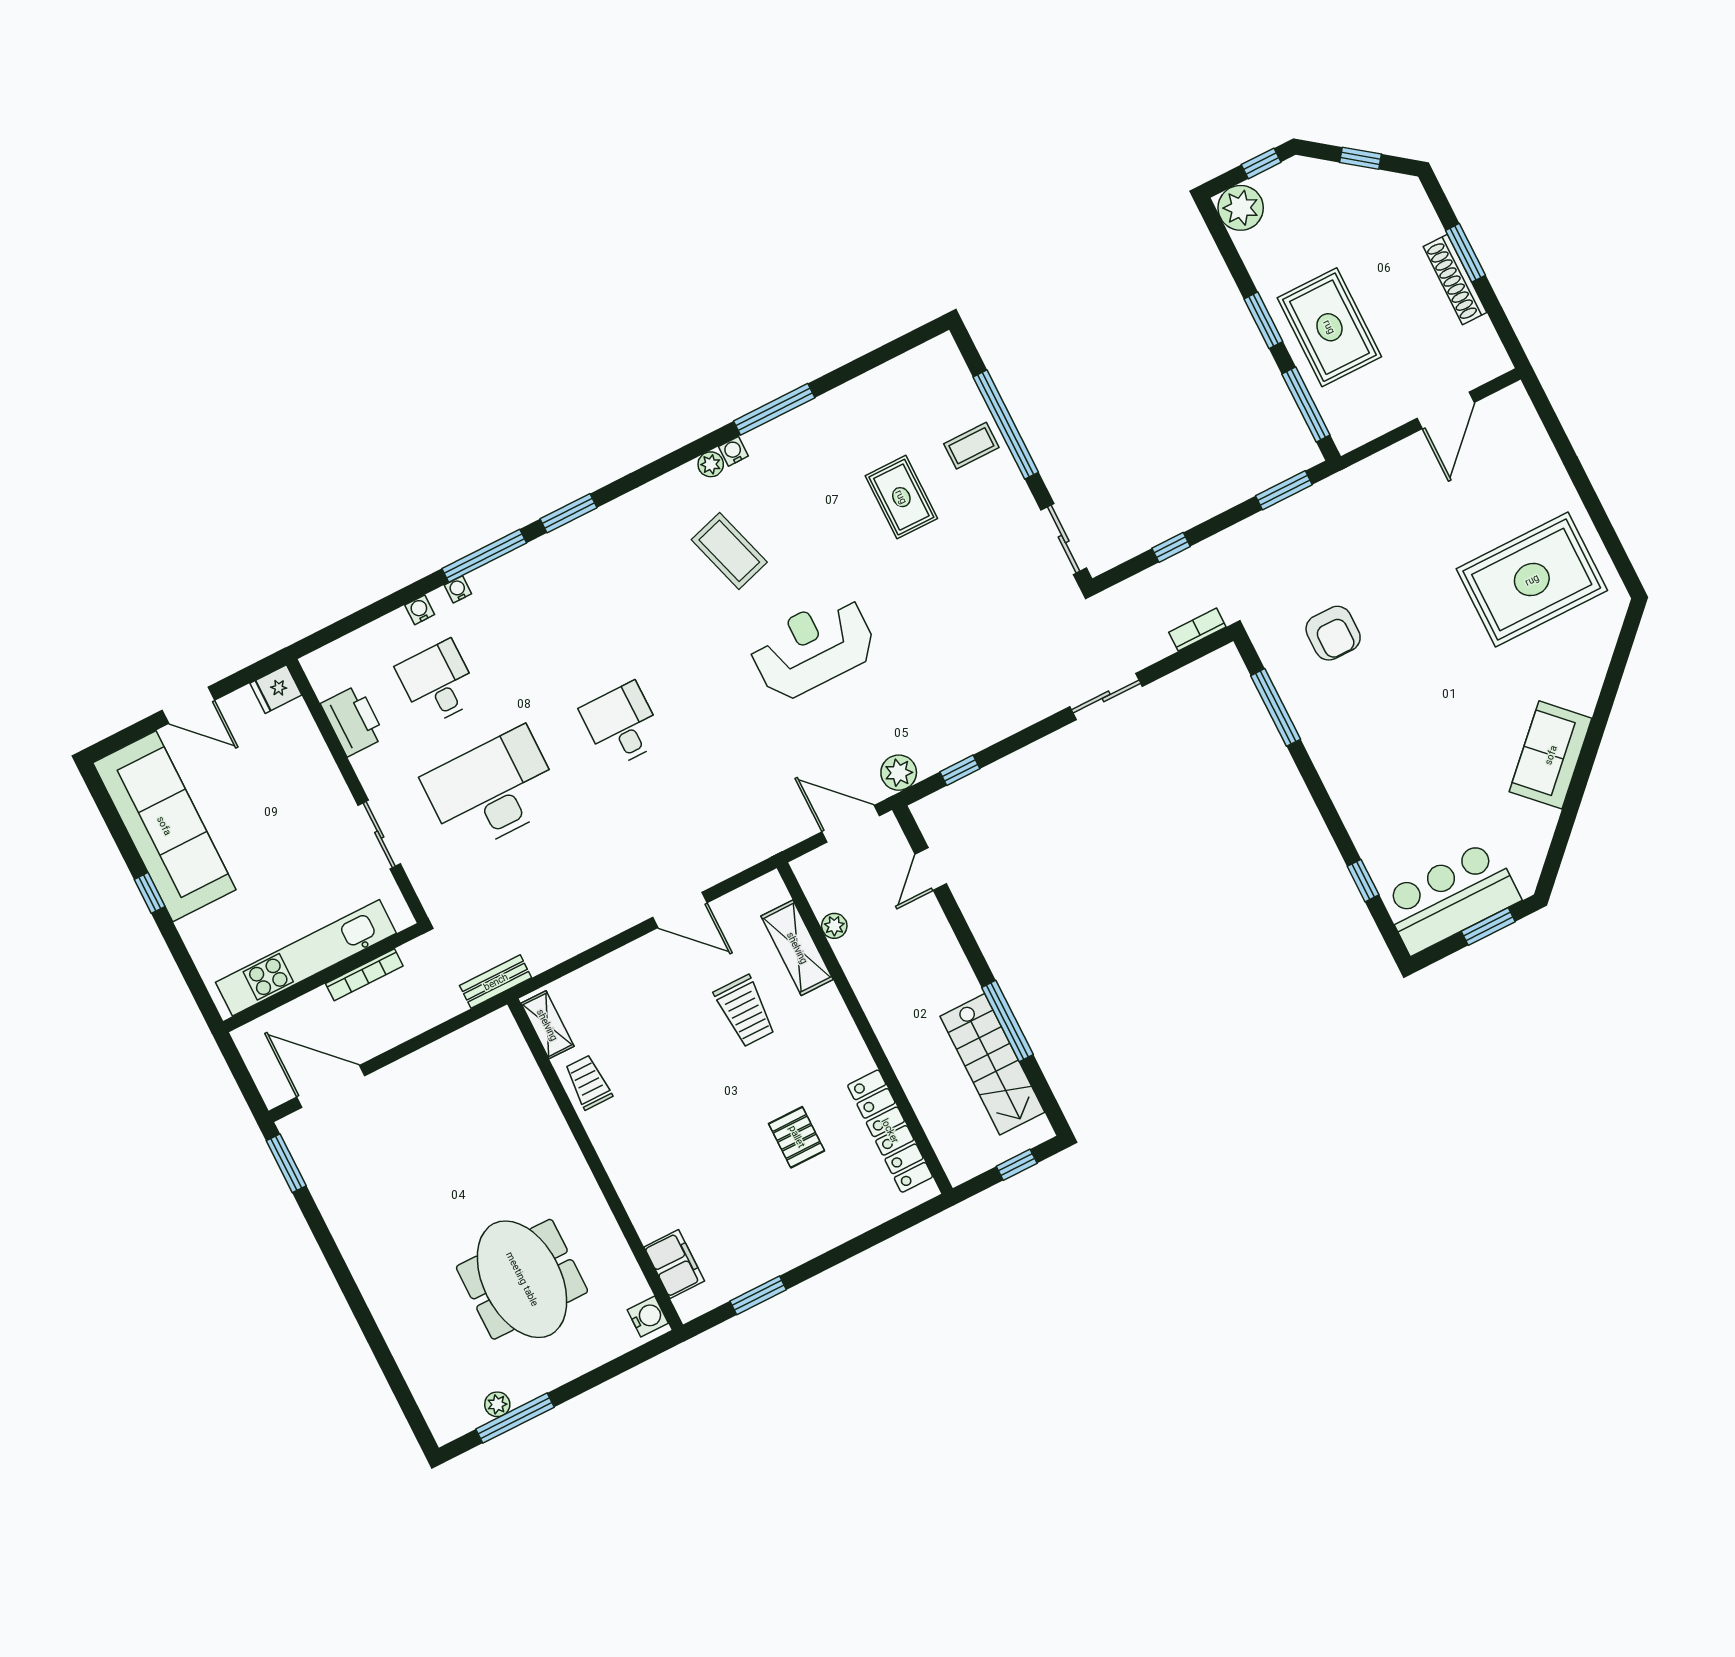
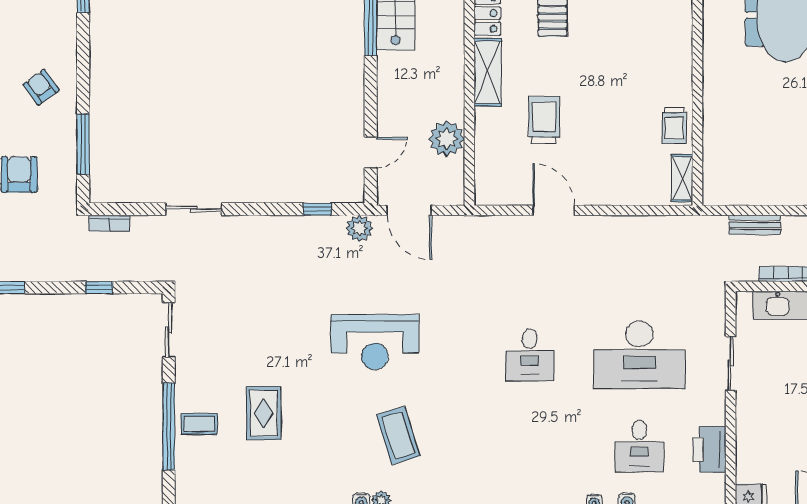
armchair: (1359, 749) -> (41, 87), added
plant: (834, 926) -> (447, 139), width x1.88, depth x1.88
shelving: (797, 948) -> (488, 72), moved
bench: (496, 982) -> (755, 225), moved

